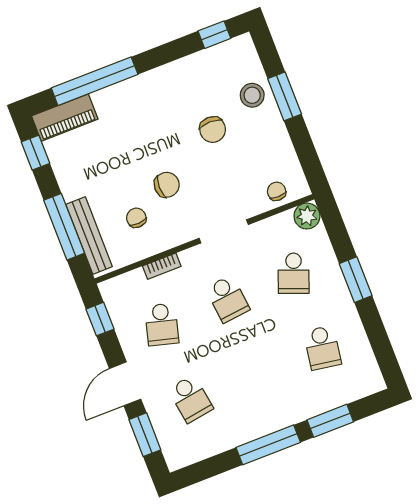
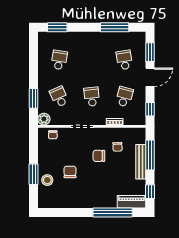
window: (214, 35) -> (53, 212), removed
bench: (89, 236) -> (141, 162), moved
school desk: (294, 273) -> (59, 97), turned -45
window: (356, 280) -> (34, 98), moved
window: (330, 421) -> (57, 27), moved
window: (268, 445) -> (115, 27), moved

